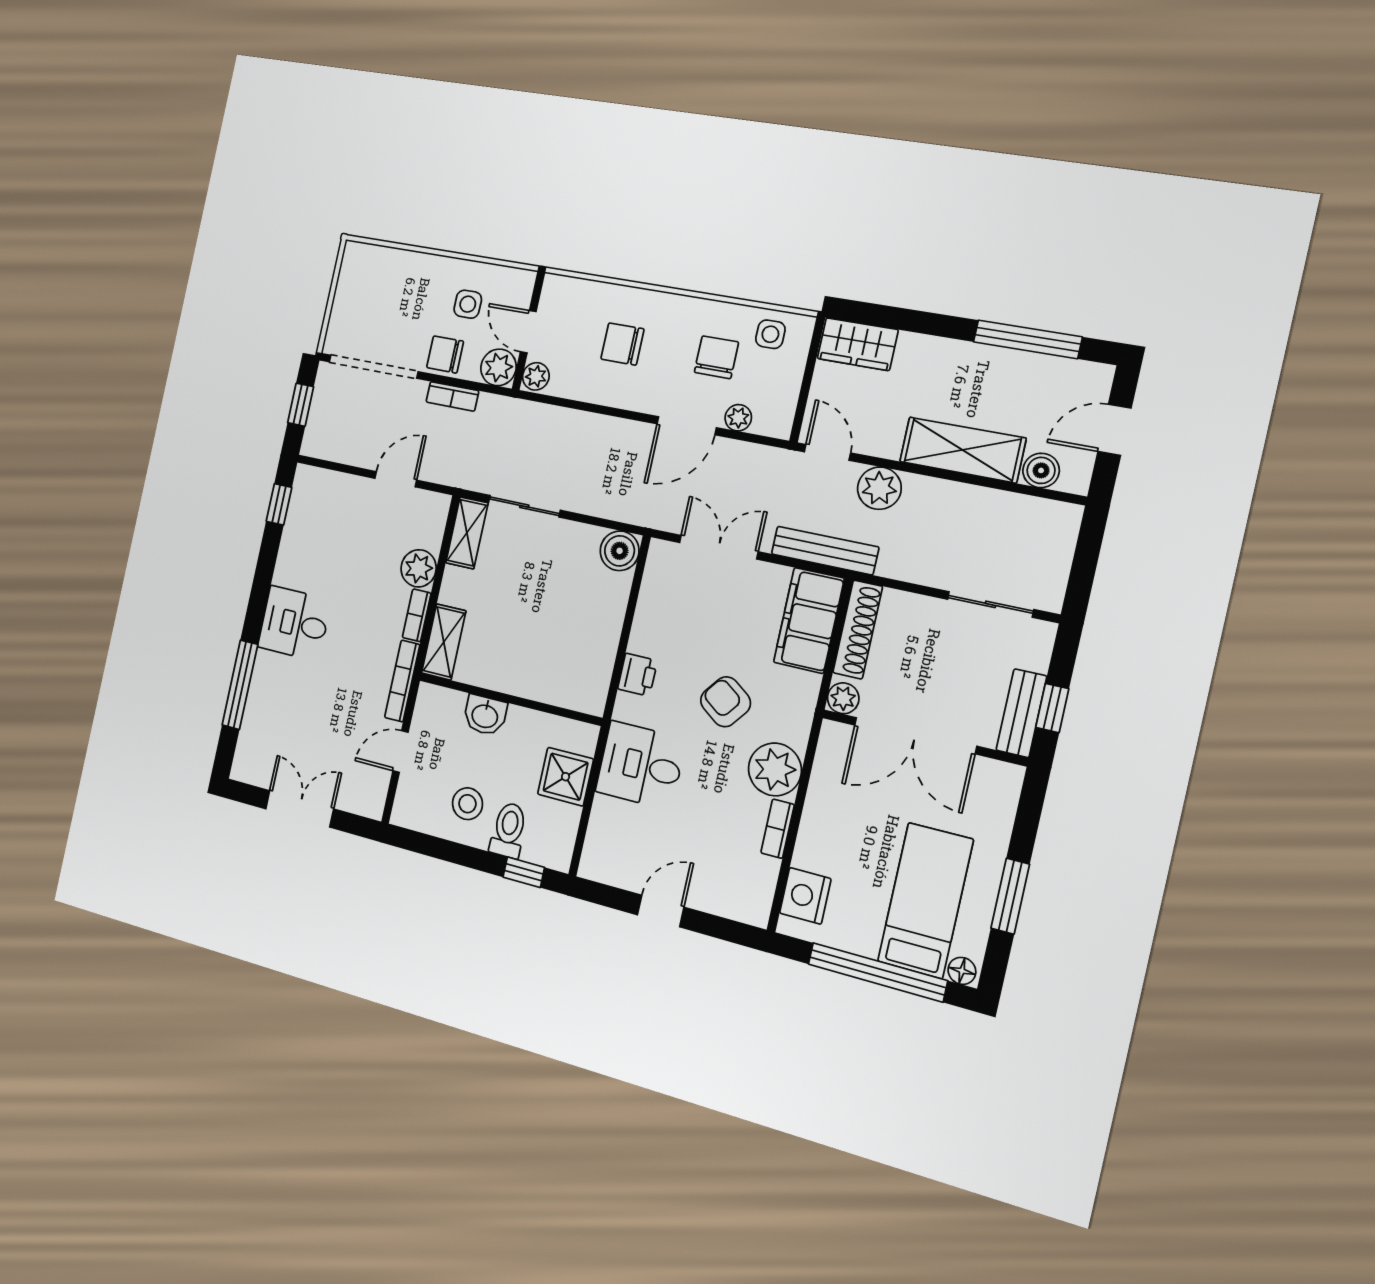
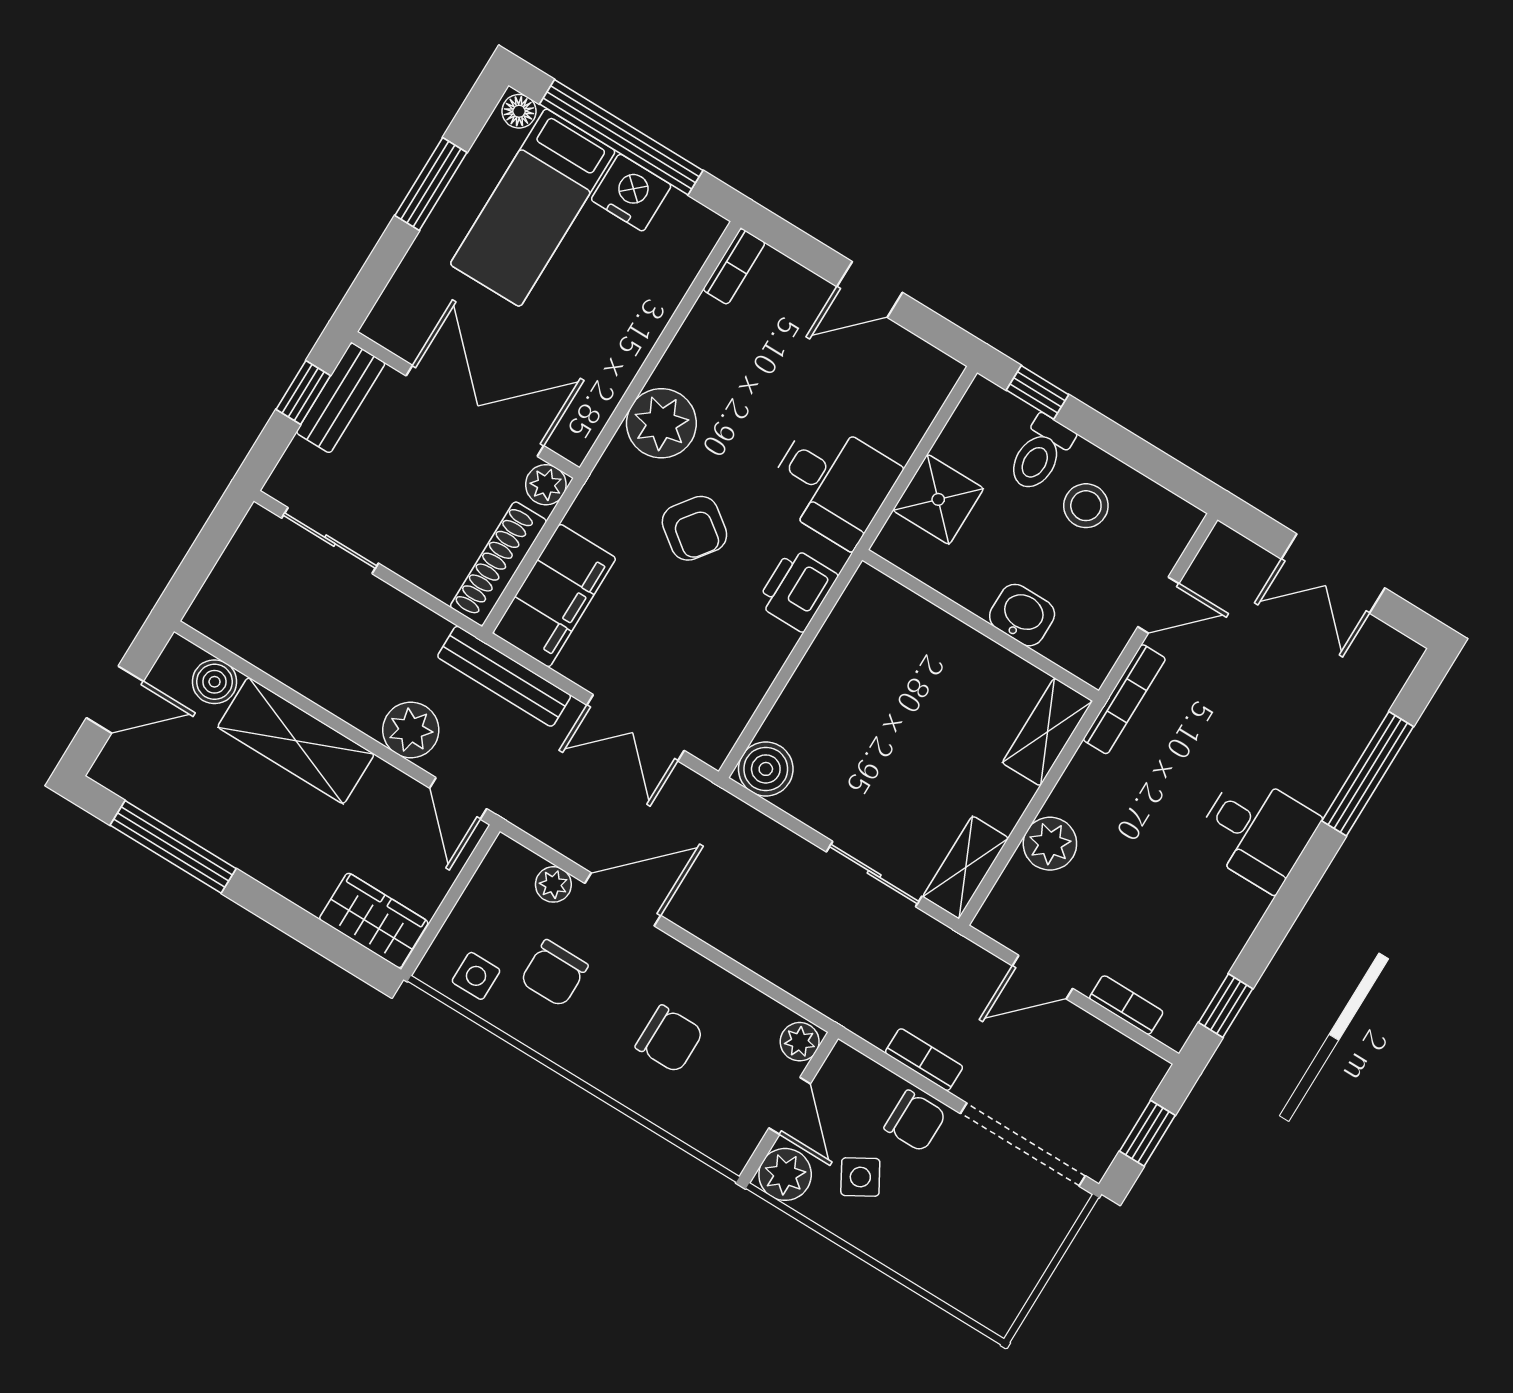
side table: (468, 304) -> (860, 1177), turned -30
plant: (499, 367) -> (785, 1174), moved
bookcase: (417, 615) -> (1126, 1005), moved, turned -90
printer: (638, 675) -> (797, 590), width x1.36, depth x1.24
bookcase: (778, 829) -> (734, 266), moved
nightstand: (805, 896) -> (631, 193), moved, turned -90

